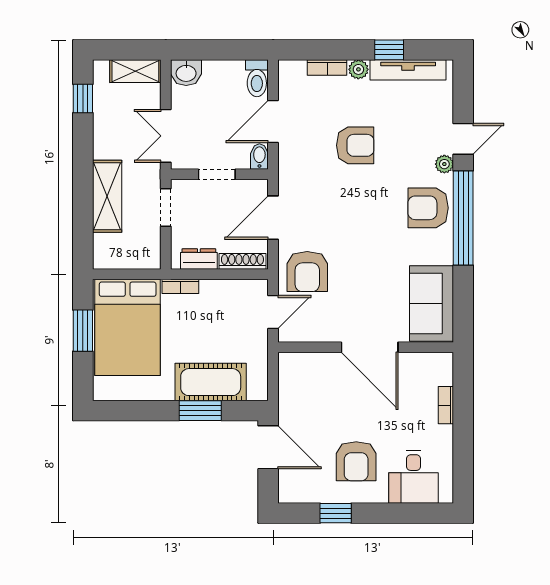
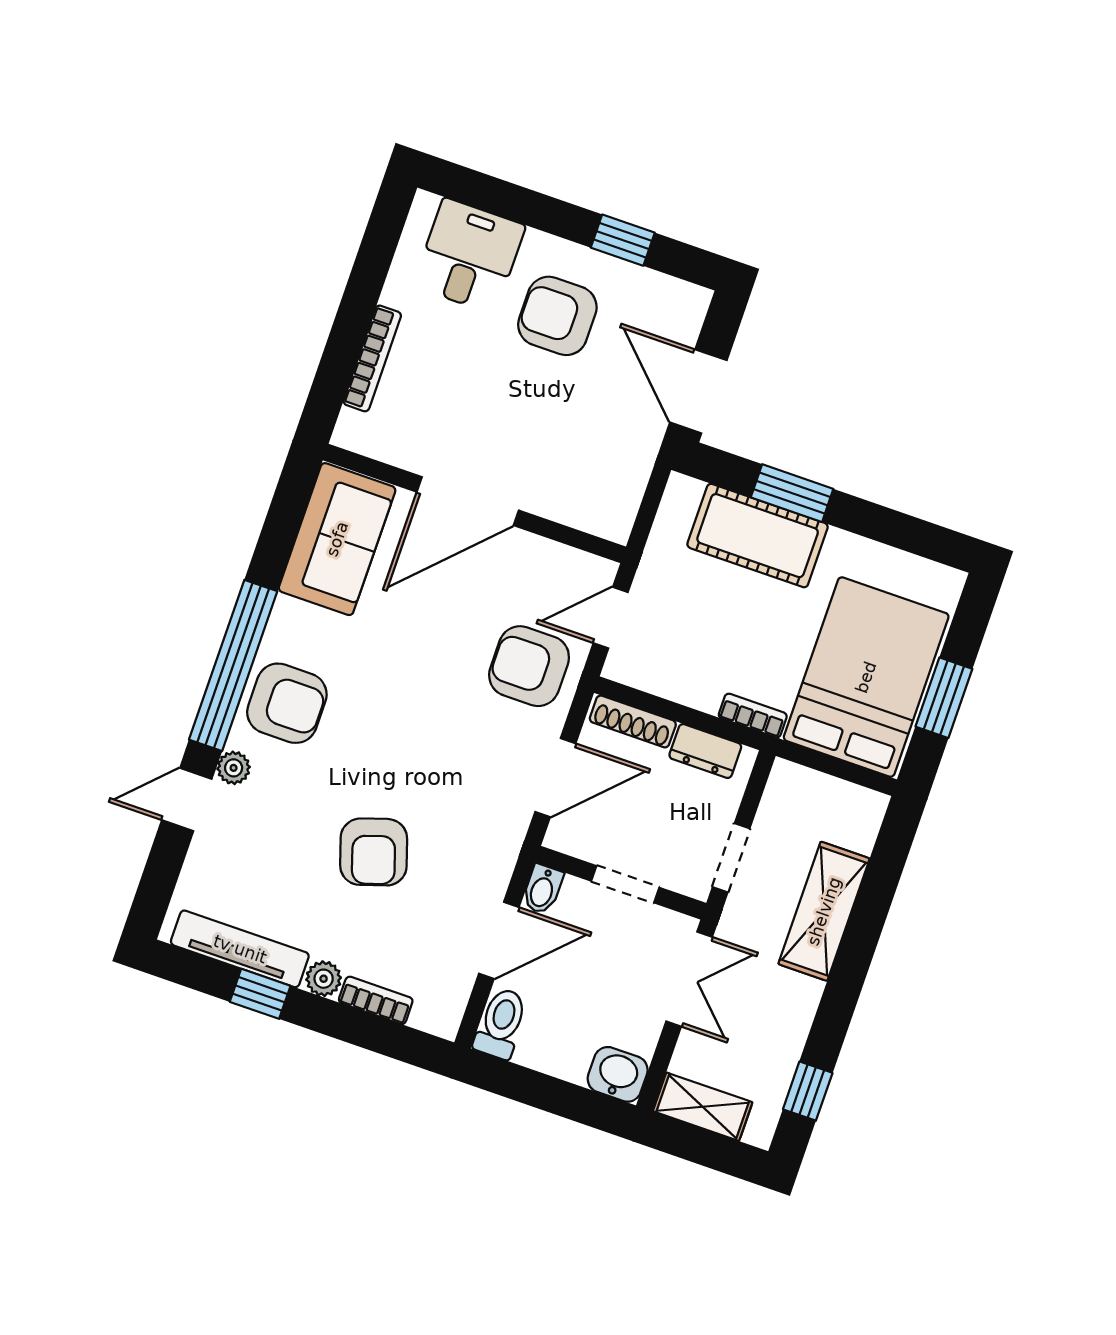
armchair: (355, 145) -> (374, 852), turned -108
armchair: (307, 272) -> (529, 666), turned -90
door: (370, 347) -> (468, 501), swing flipped
bookcase: (446, 405) -> (372, 358), width x1.56
armchair: (356, 461) -> (557, 316), turned -90

